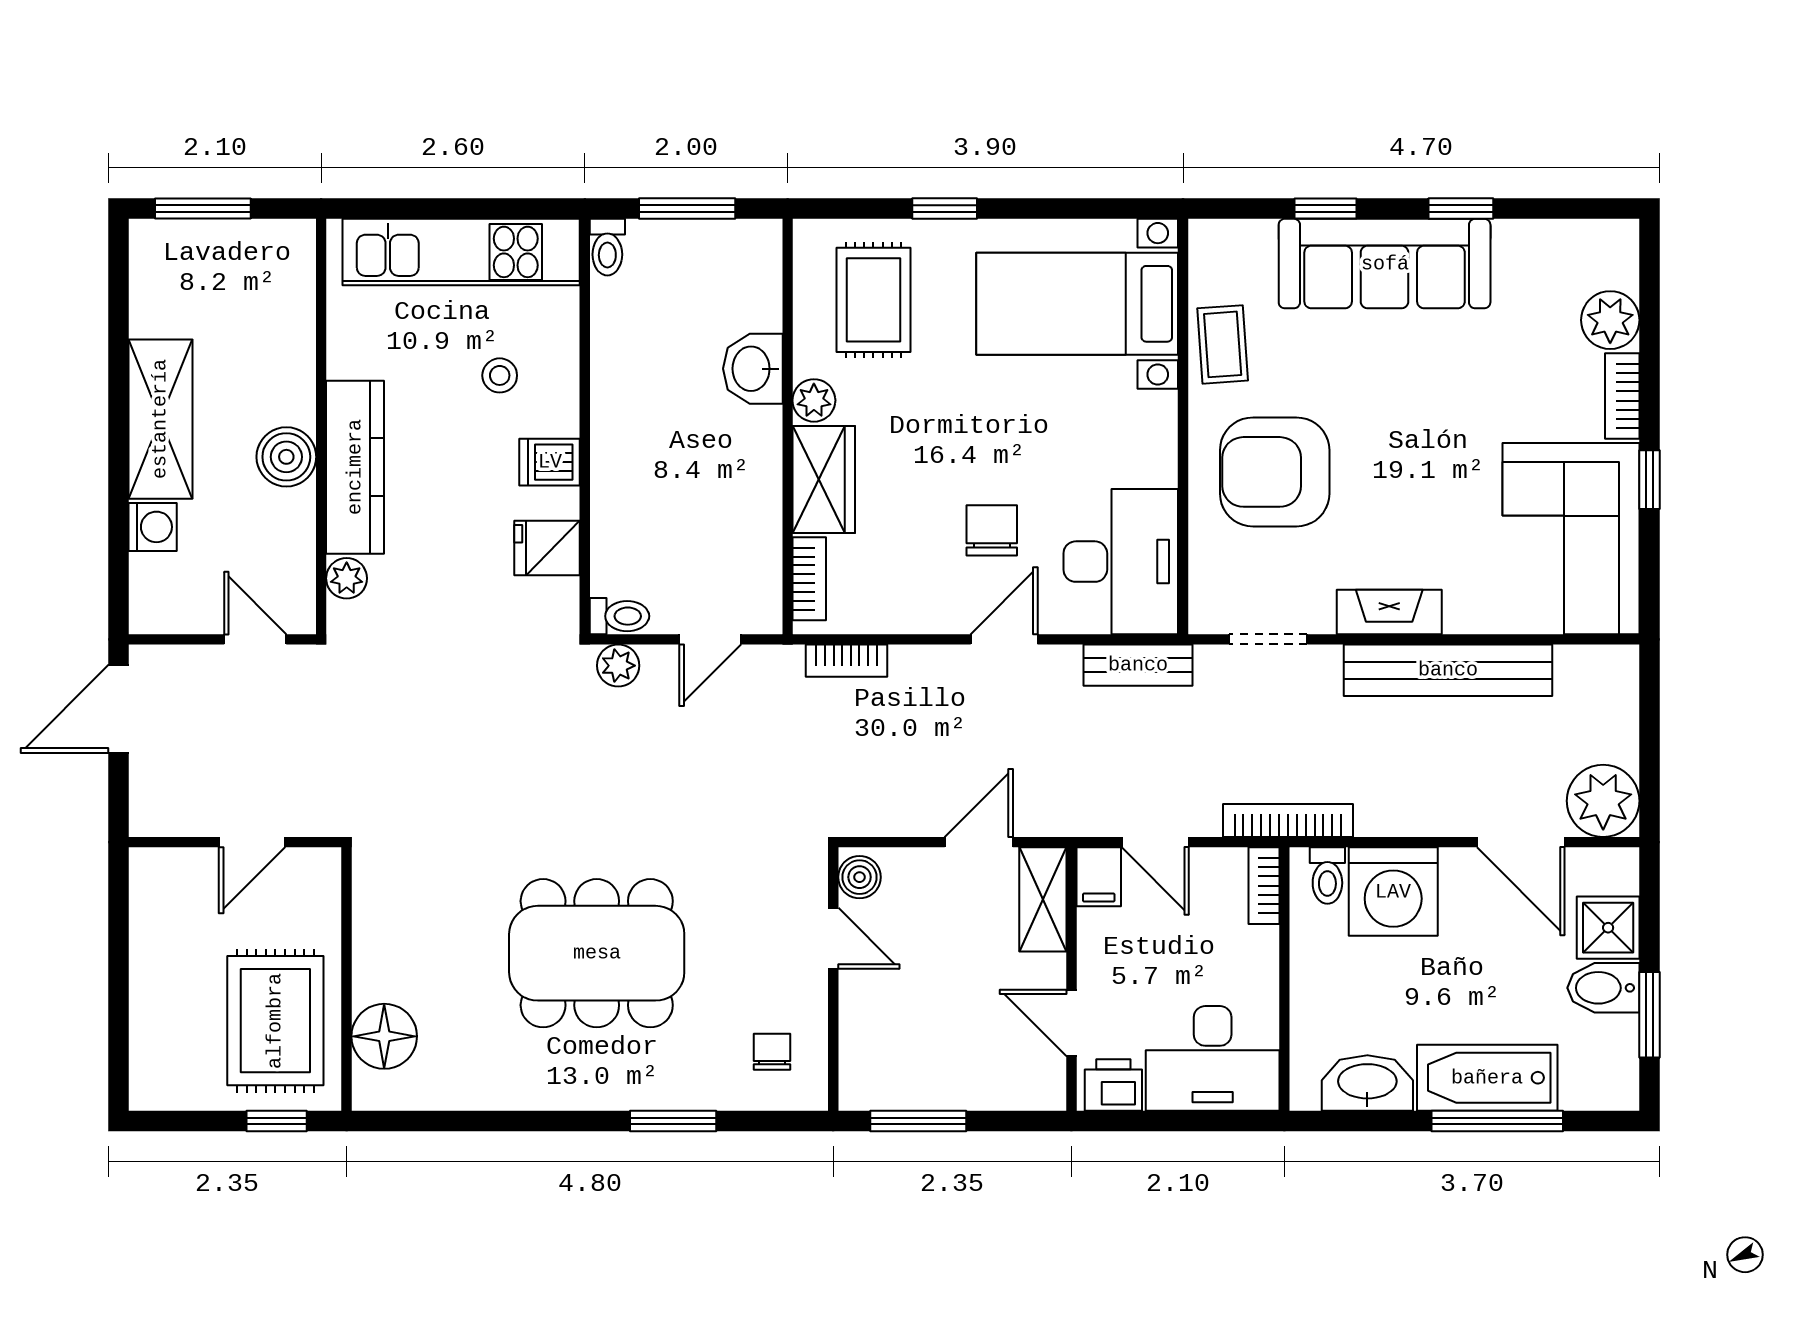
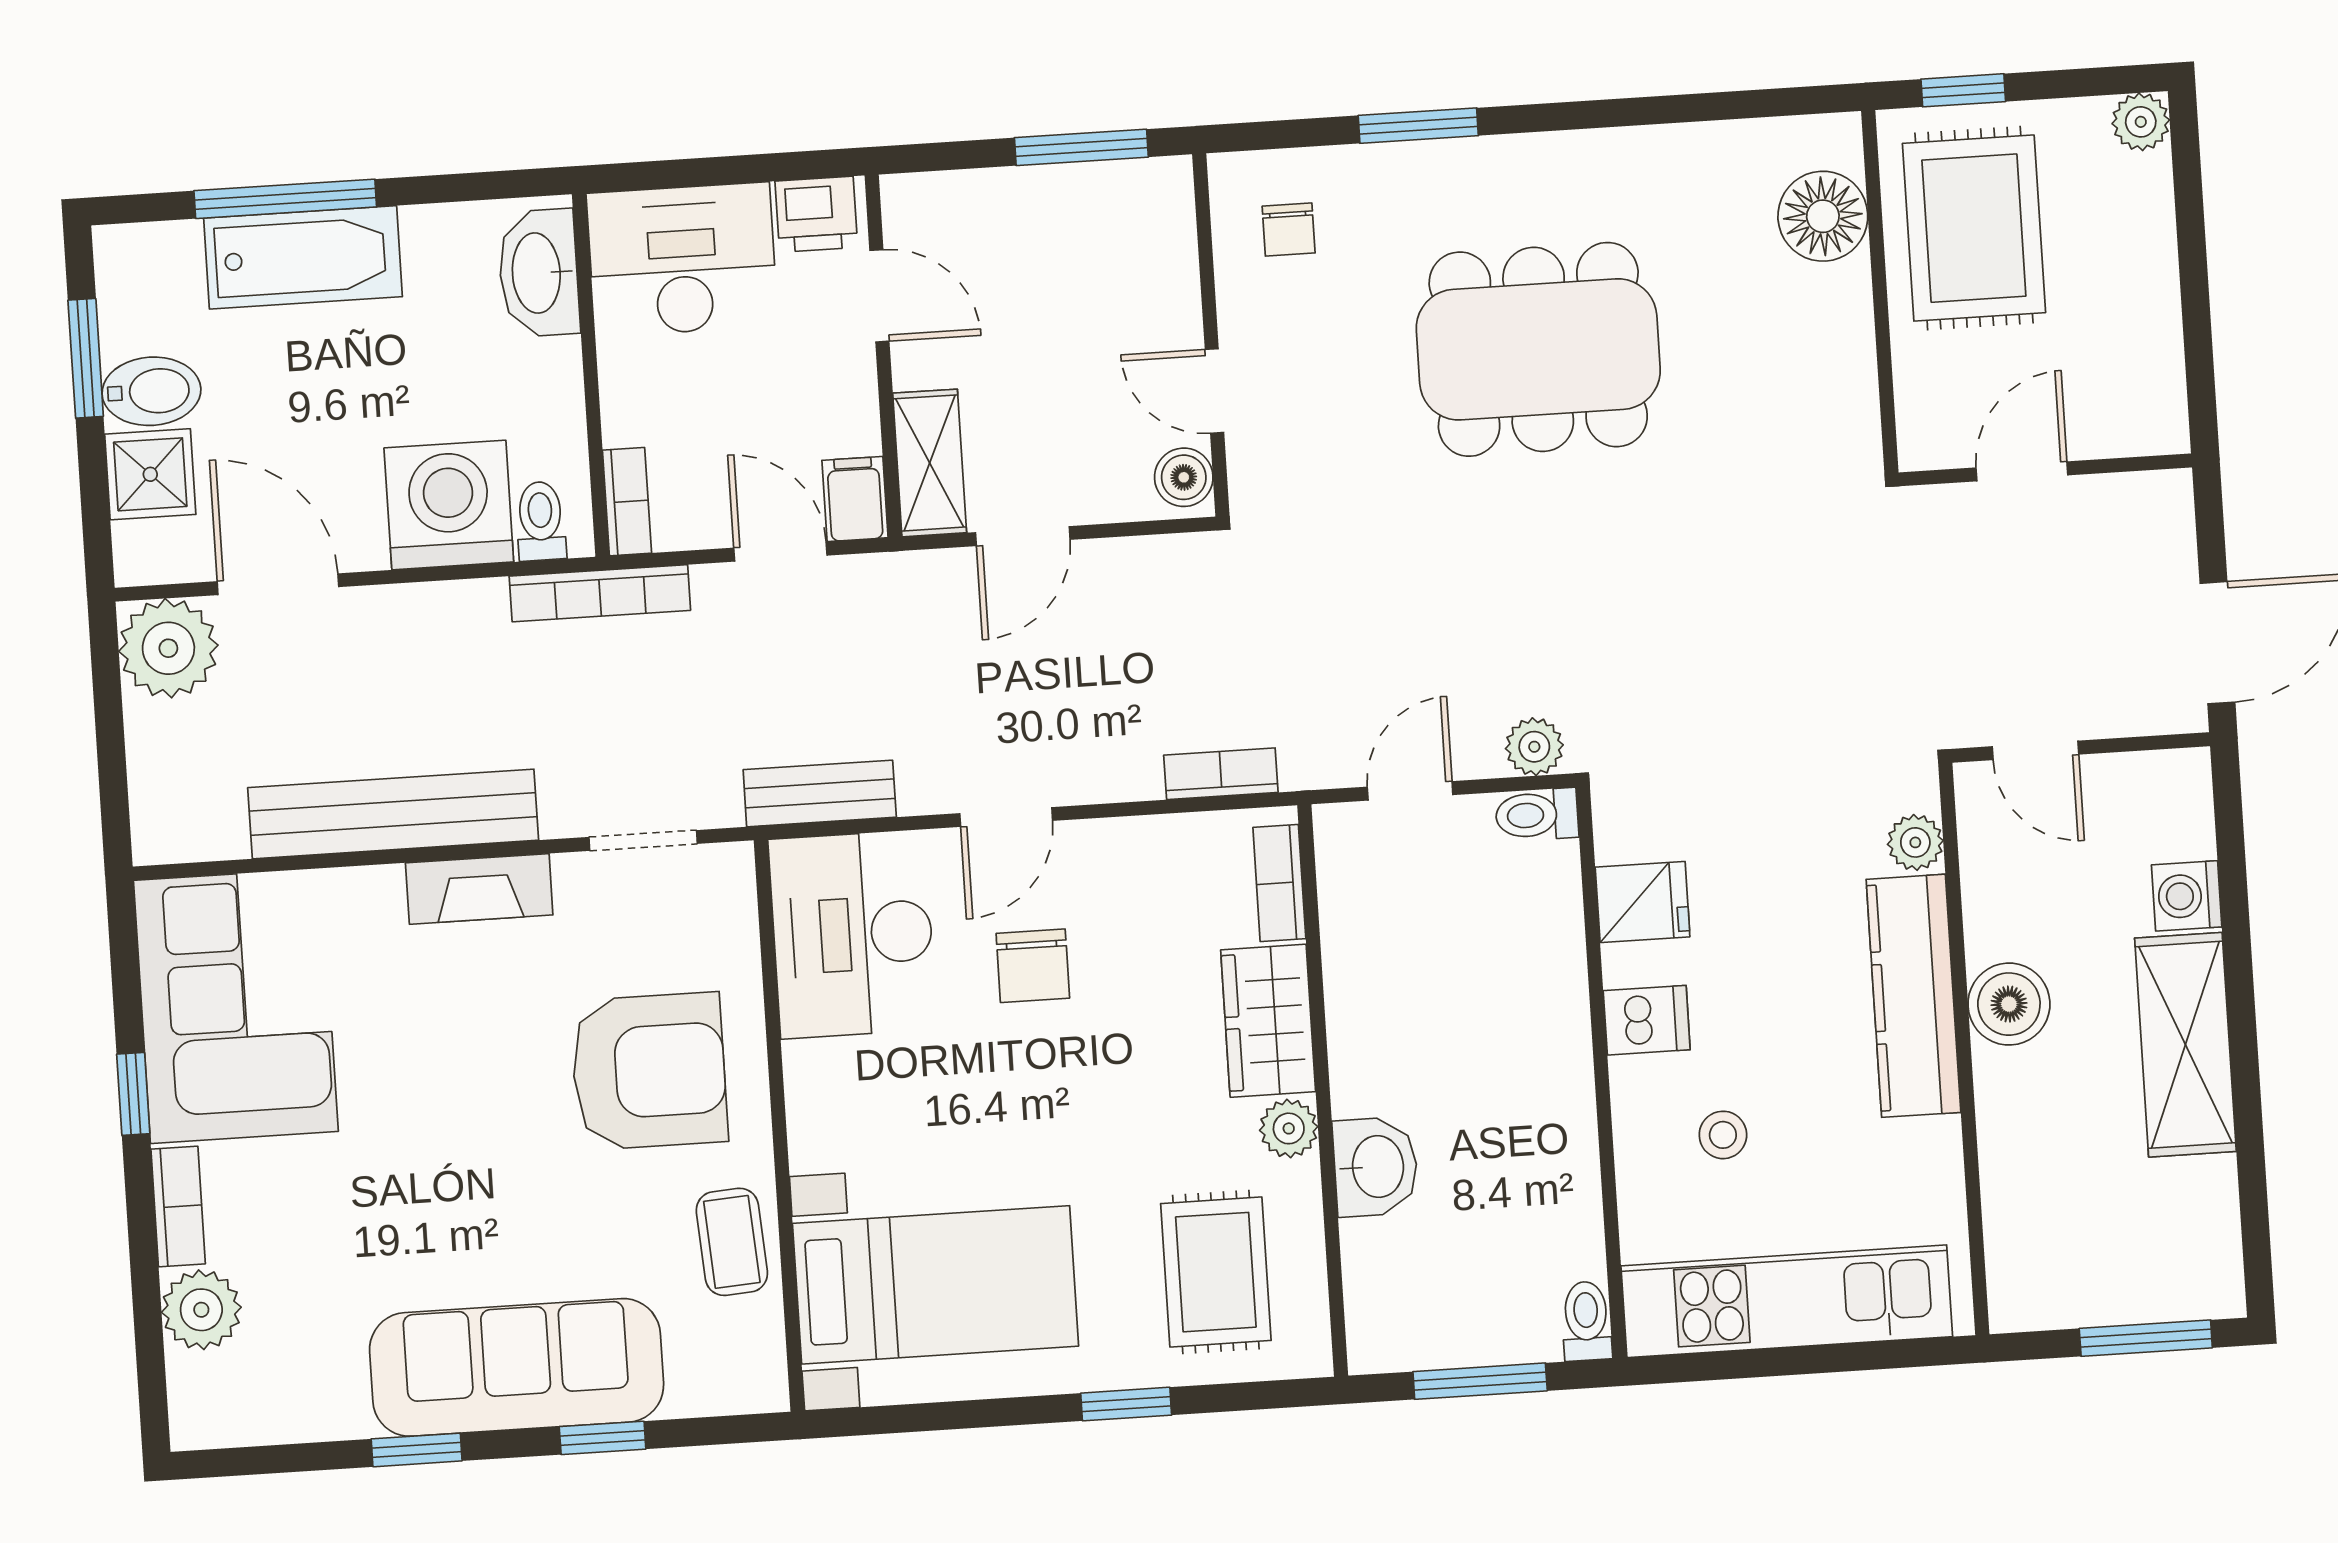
washbasin: (1367, 1083) -> (539, 273), moved, turned 90
plant: (150, 1090) -> (2141, 122), added

